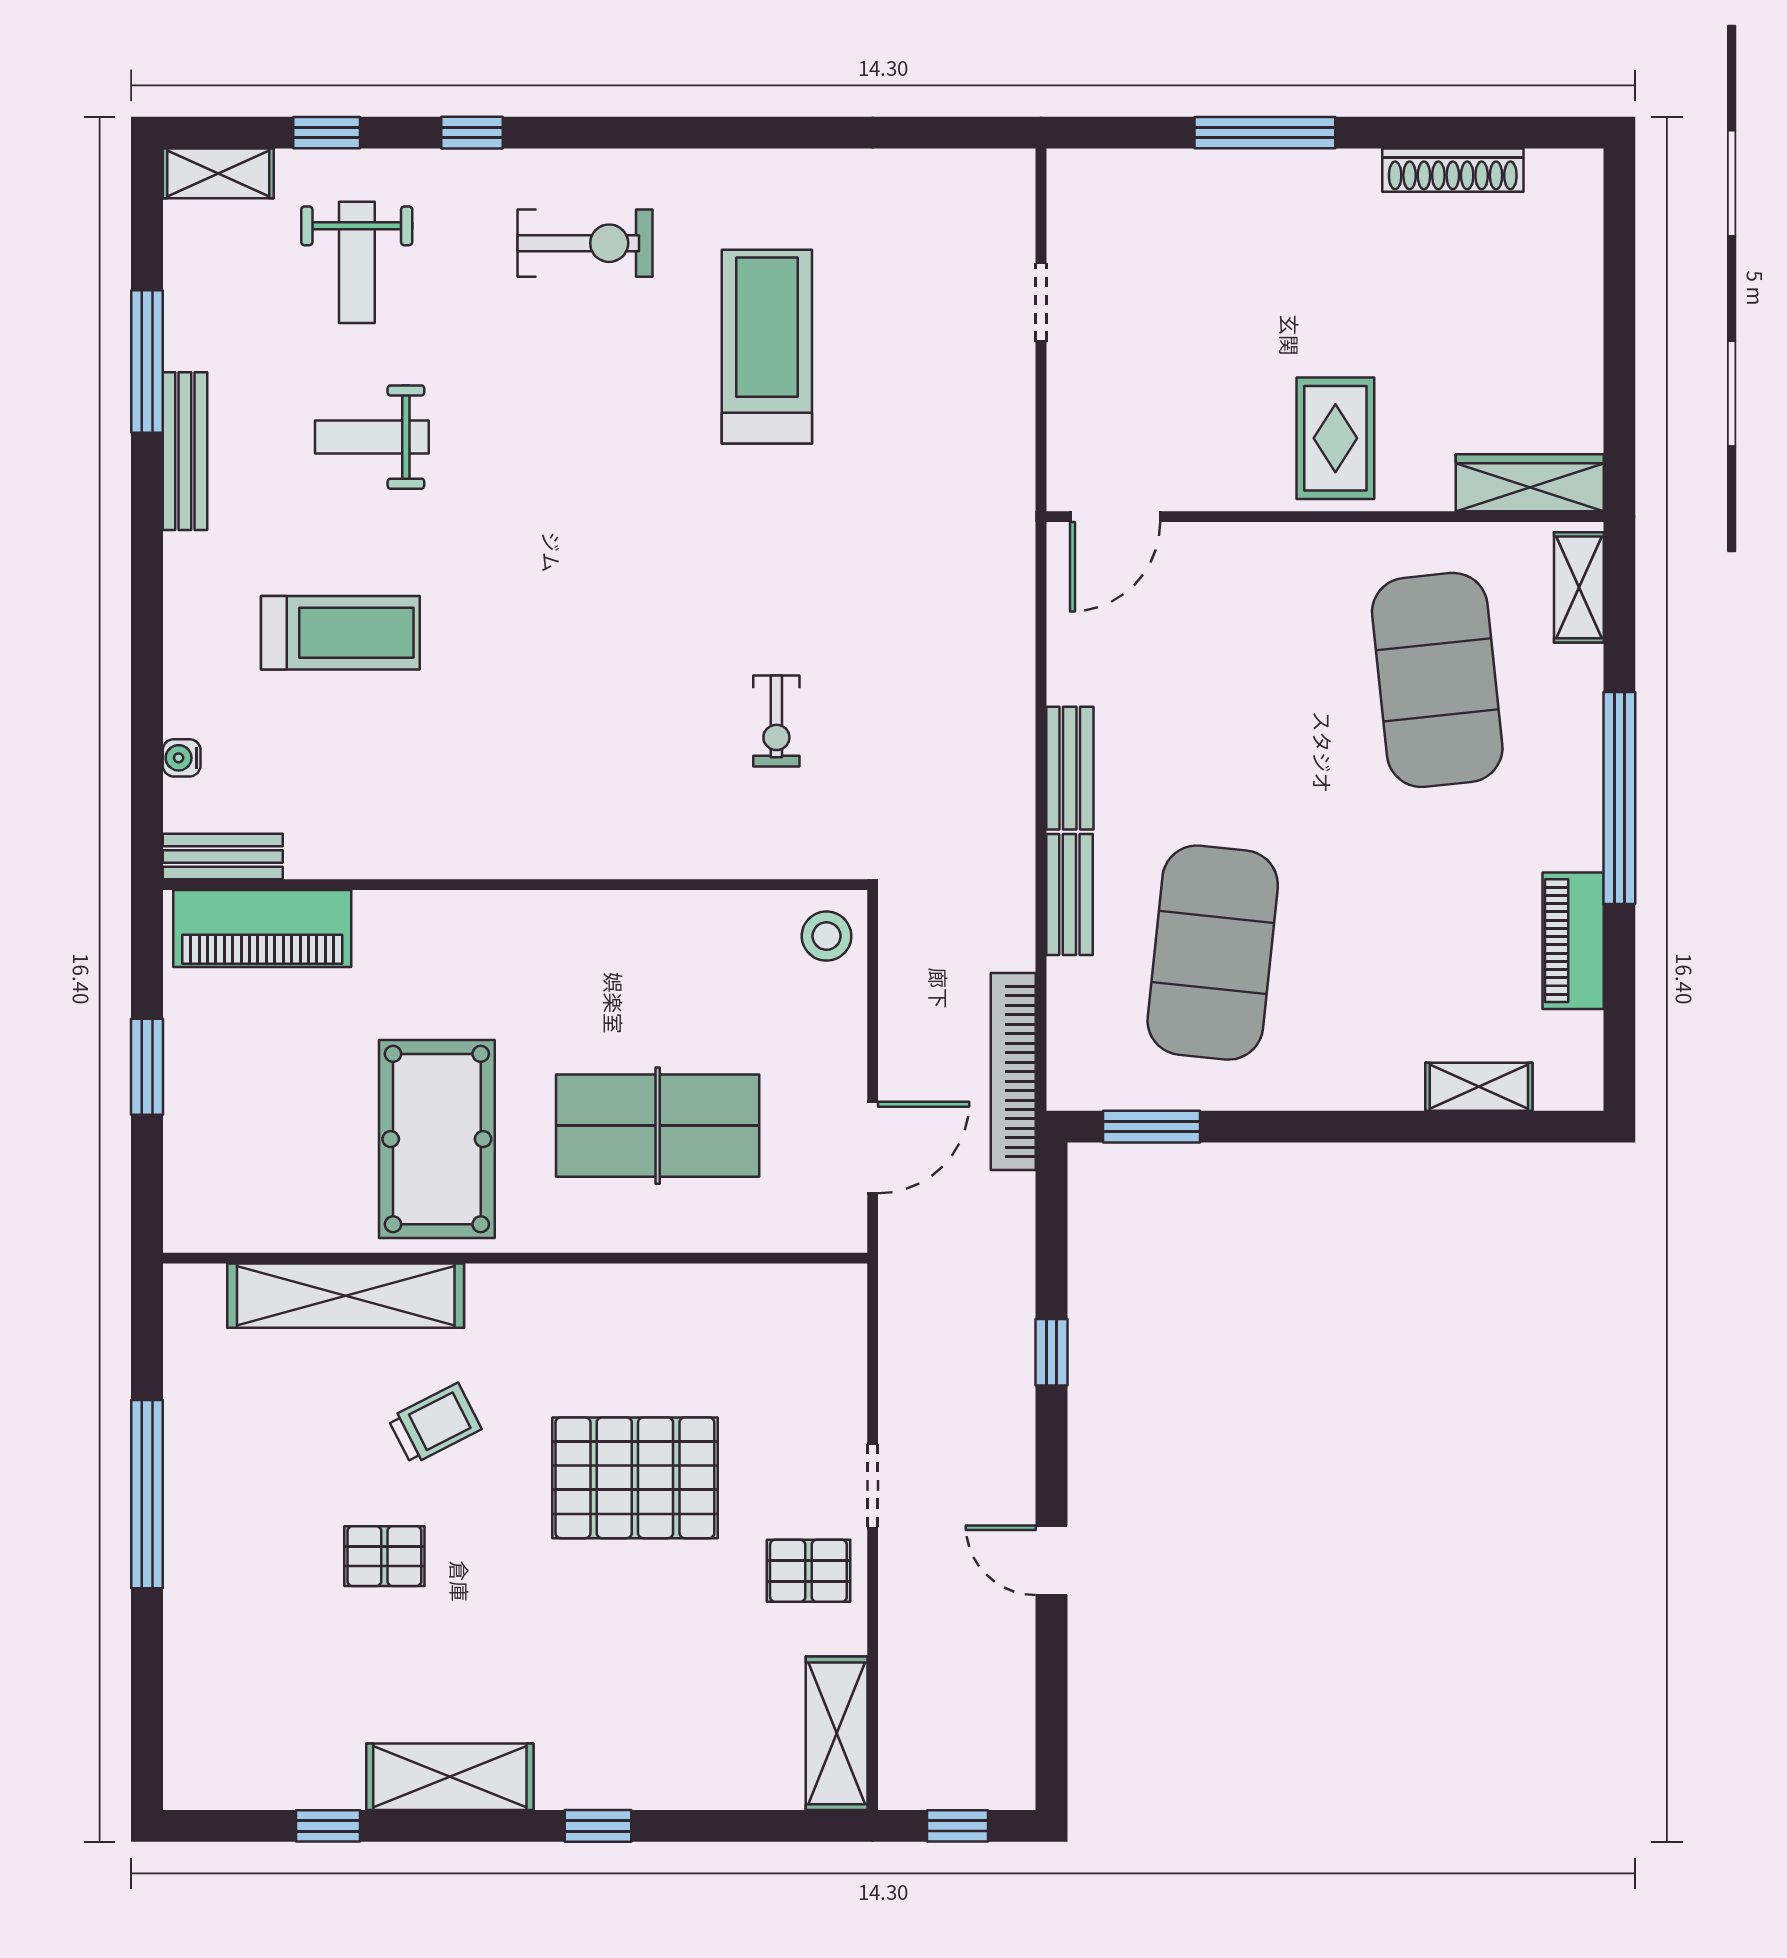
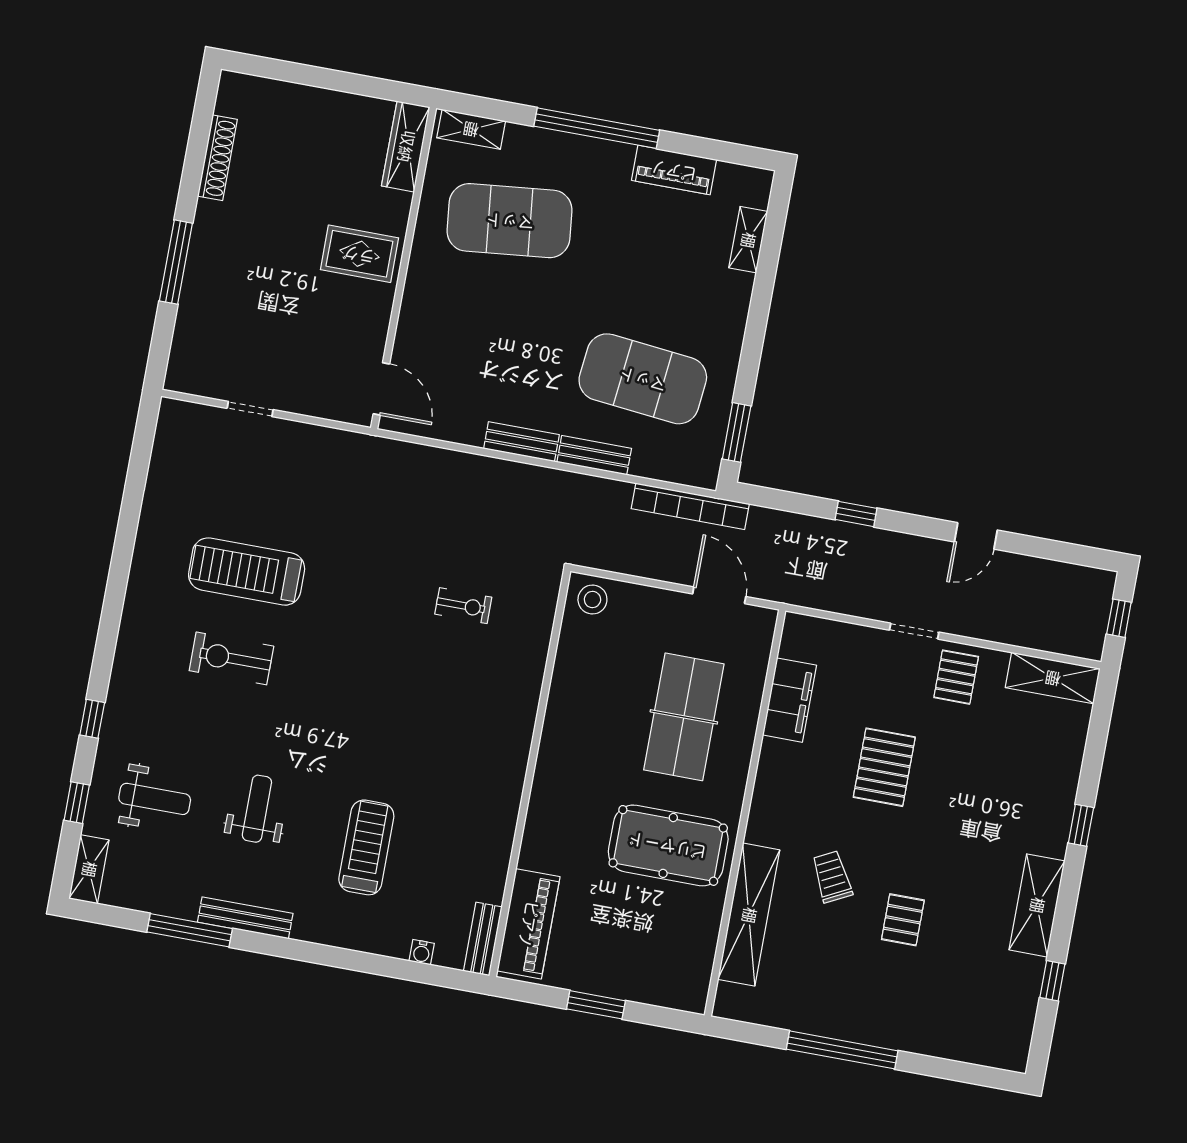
exercise bike: (585, 243) -> (231, 658), moved, turned -90
weight bench: (372, 437) -> (257, 809), turned 180
filing cabinet: (718, 1298) -> (790, 700), added
pallet: (635, 1478) -> (884, 767), width x0.73, depth x0.71

